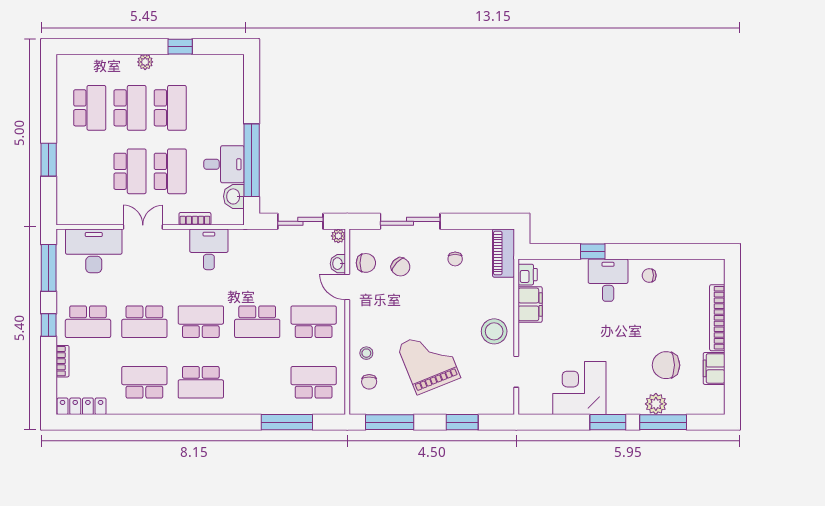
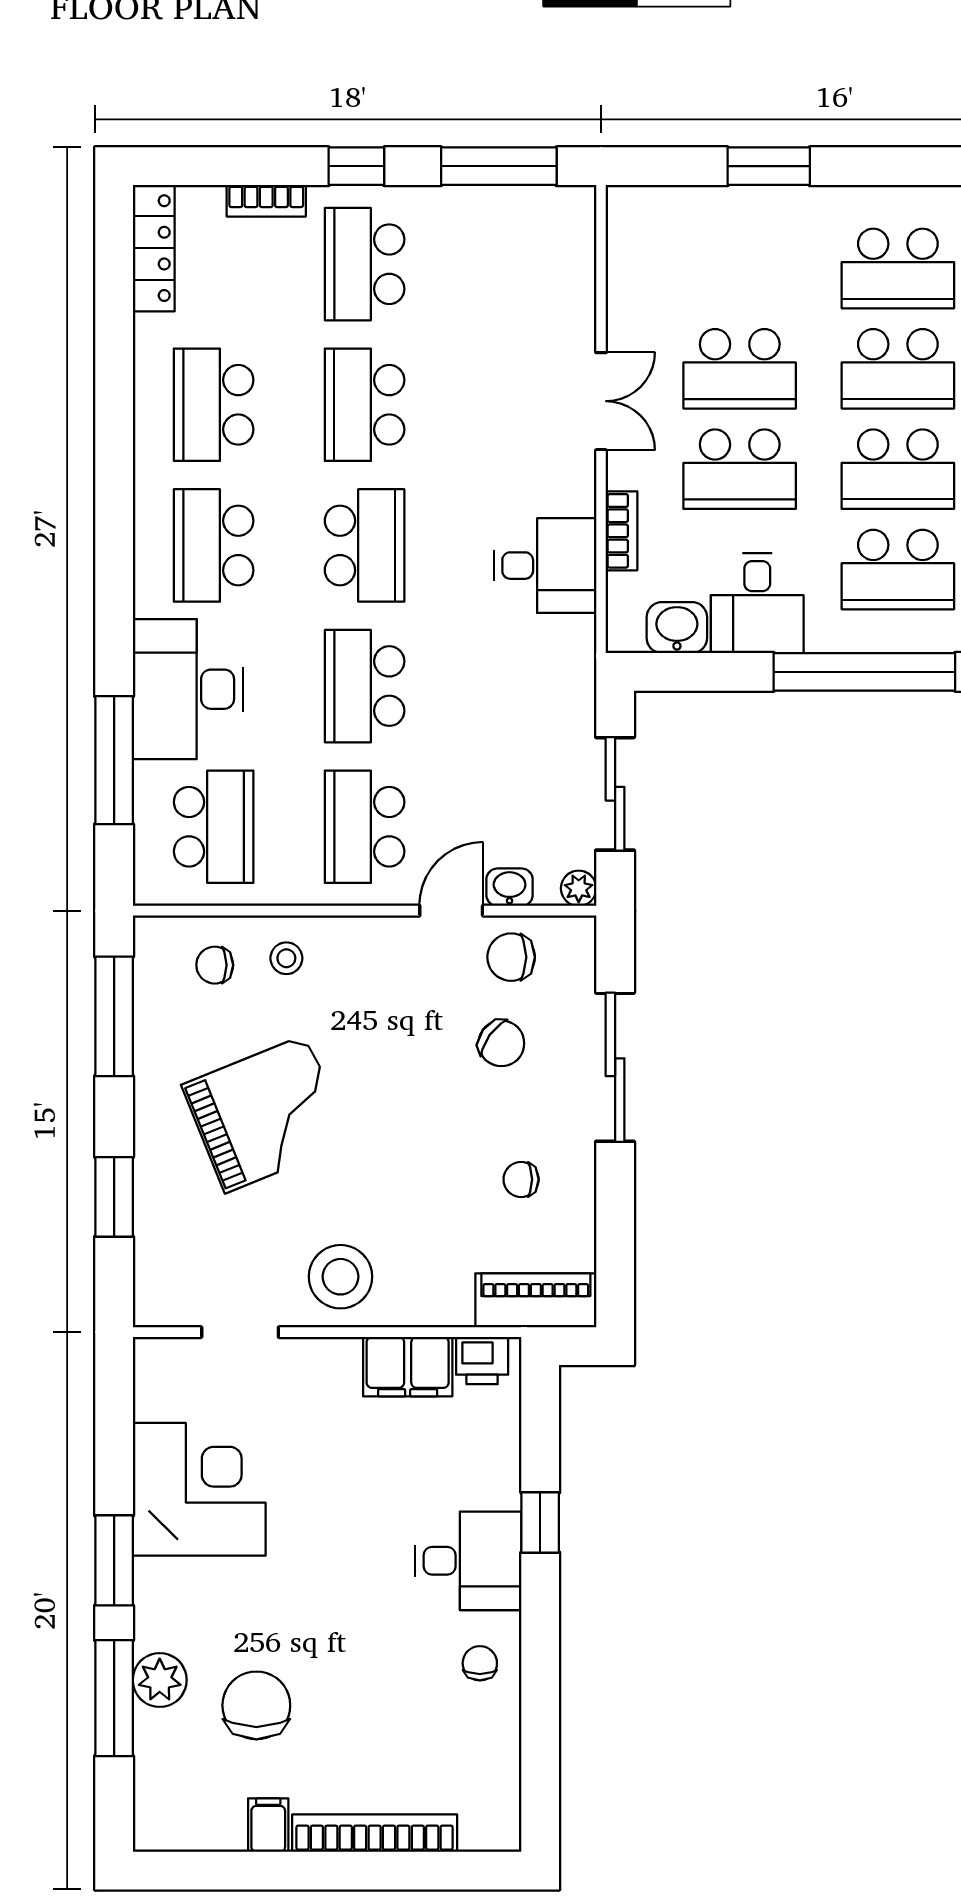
school desk: (210, 108) -> (898, 570), added
window: (252, 160) -> (864, 672), moved
desk: (94, 251) -> (188, 689), moved, turned 180
chair: (366, 263) -> (511, 957), turned 90
chair: (401, 267) -> (501, 1043), turned -98
school desk: (314, 322) -> (365, 827), turned 180
filing cabinet: (714, 368) -> (268, 1825), width x0.50
school desk: (144, 382) -> (214, 405), turned 180

